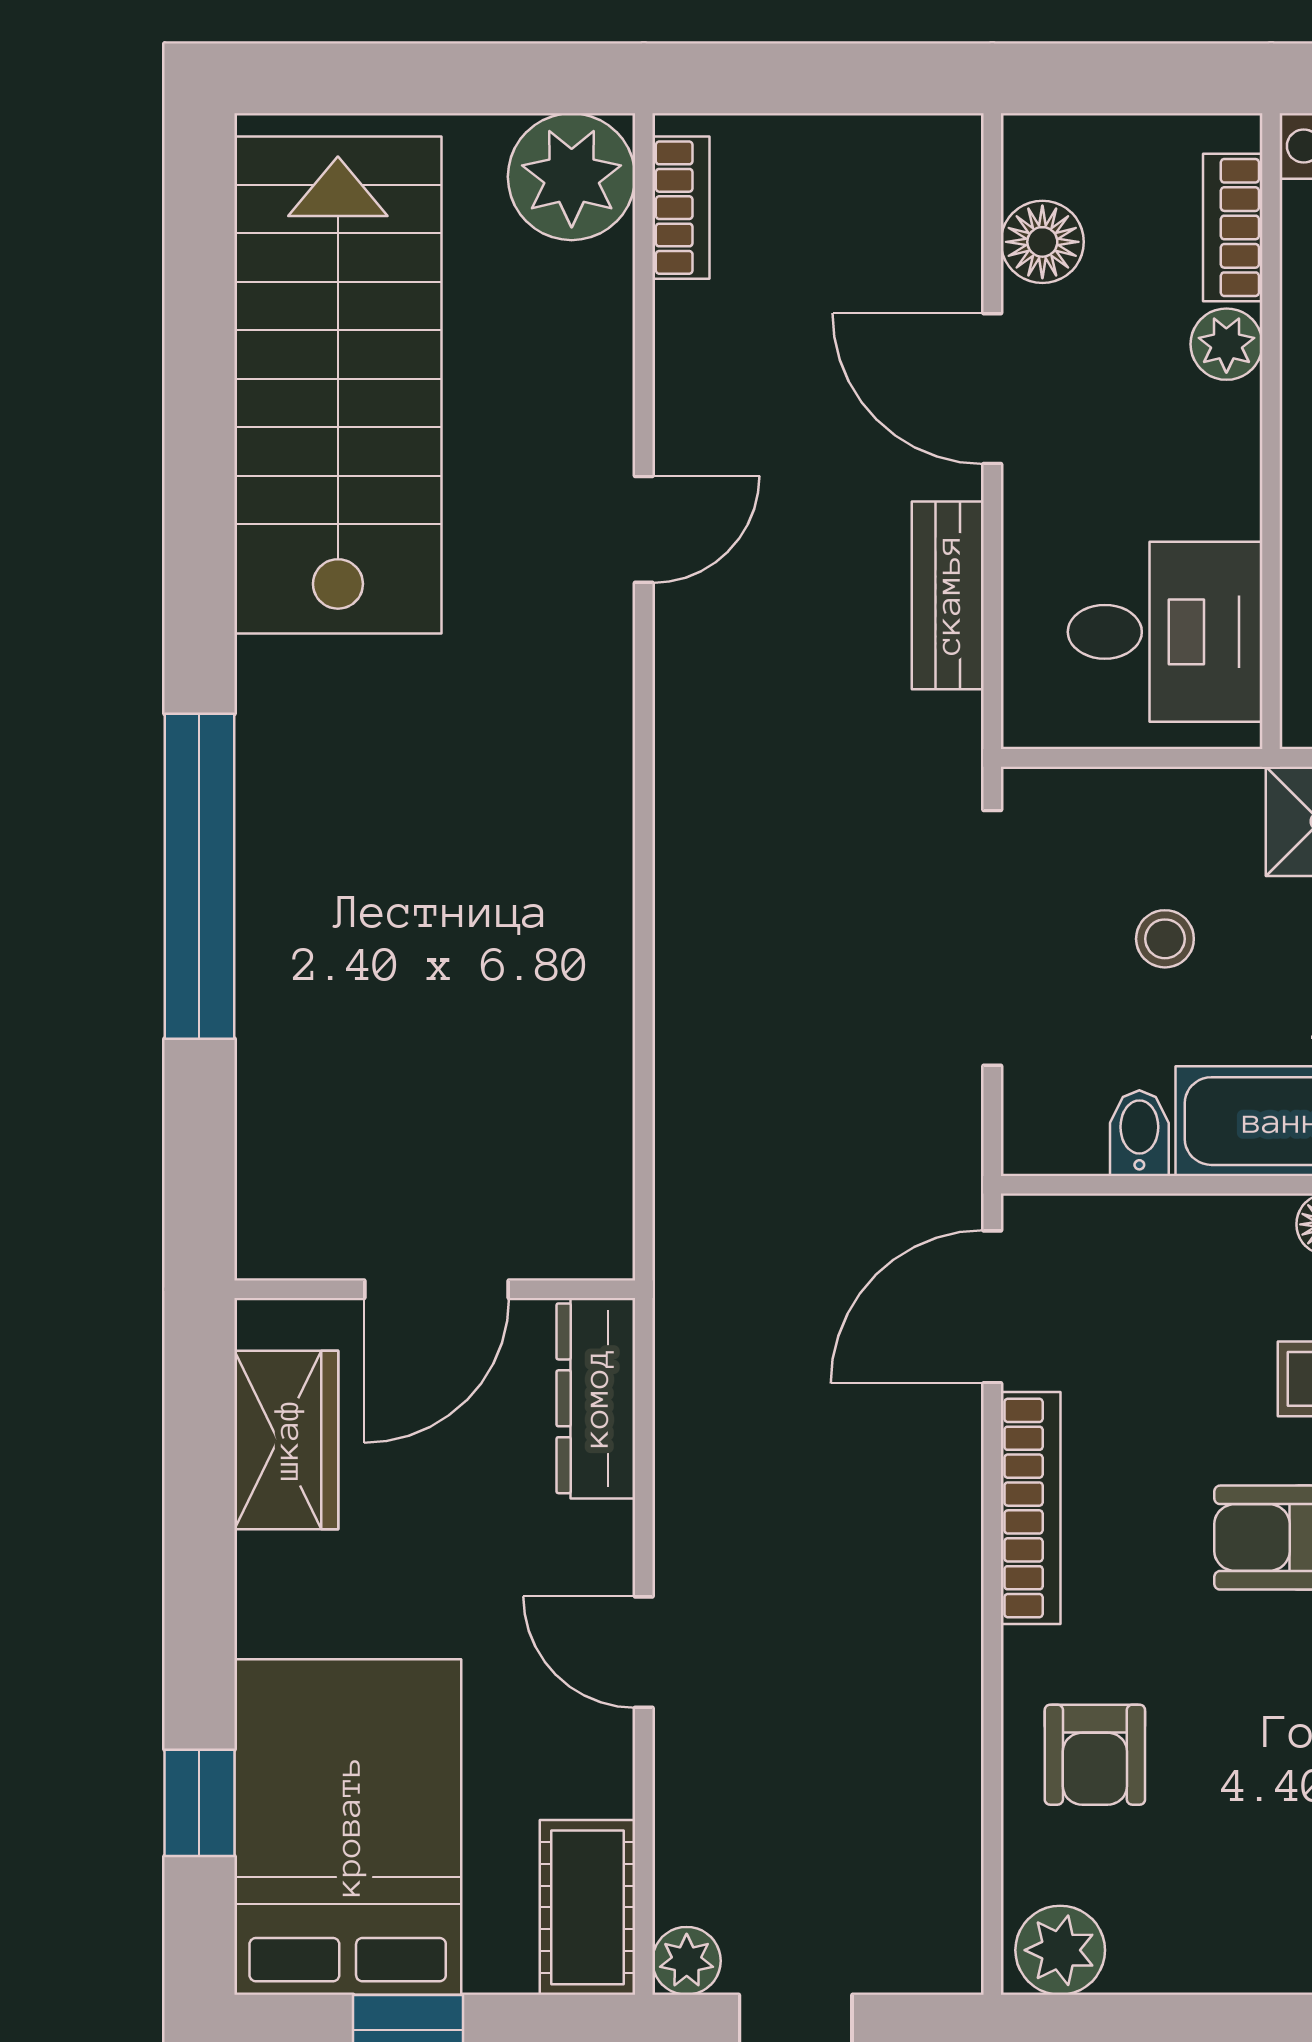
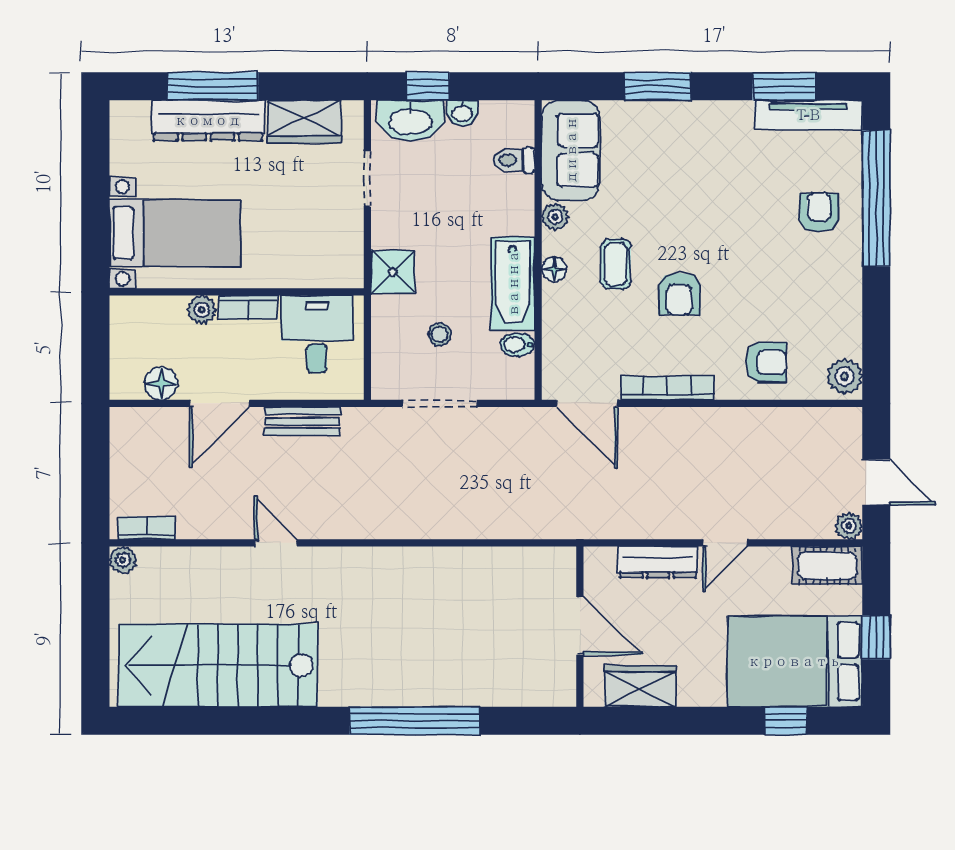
plant: (572, 177) -> (123, 560), width x0.53, depth x0.53
bookcase: (1233, 227) -> (248, 307), moved
doorway: (992, 938) -> (439, 403), width x0.73
dresser: (596, 1398) -> (658, 562), moved

